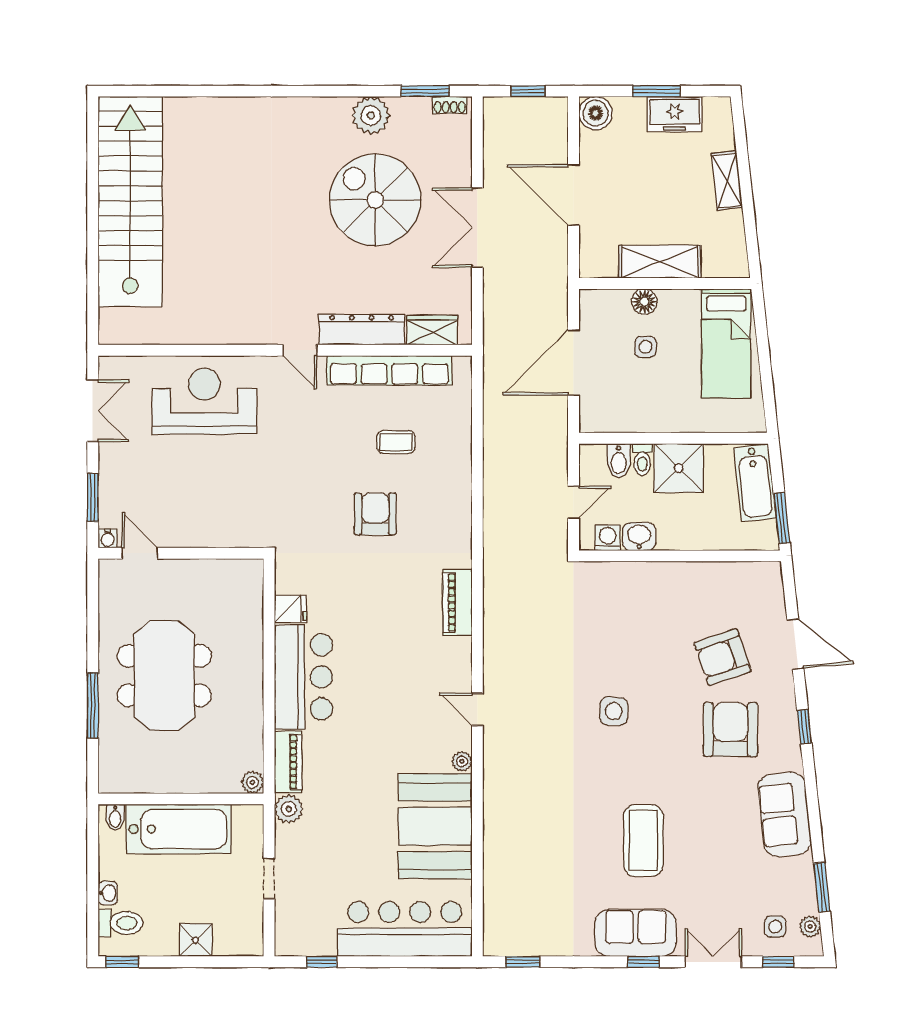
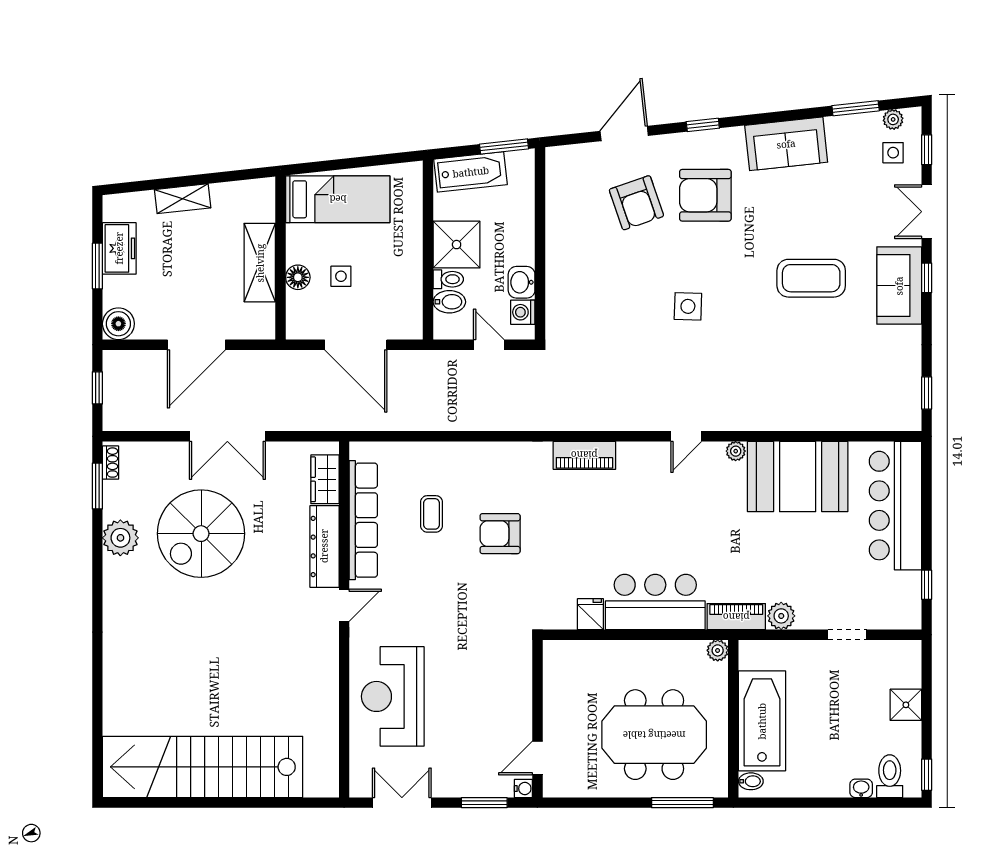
plant: (253, 782) -> (718, 650), moved
wall: (181, 799) -> (733, 719), moved
bidet: (115, 817) -> (751, 781), moved
bathtub: (179, 829) -> (762, 721), moved

